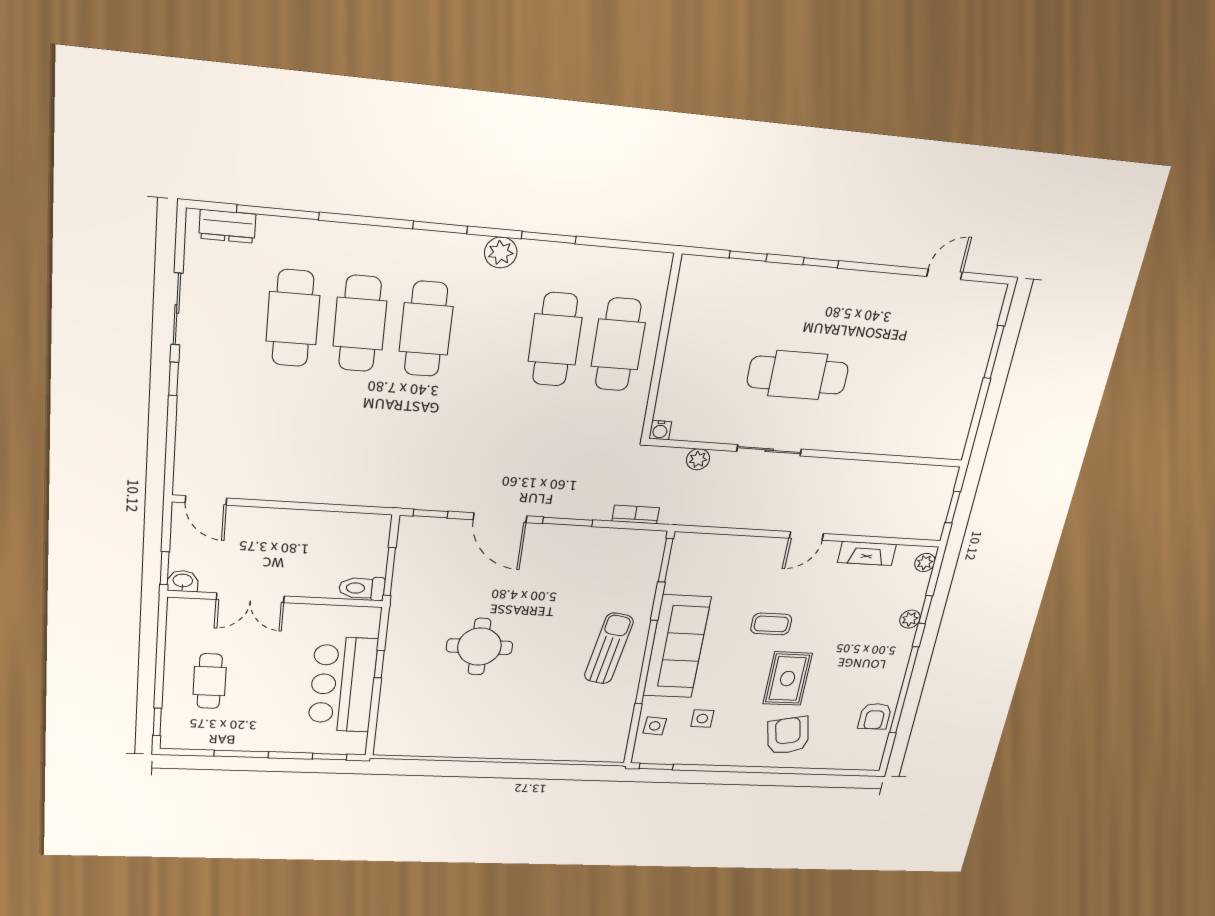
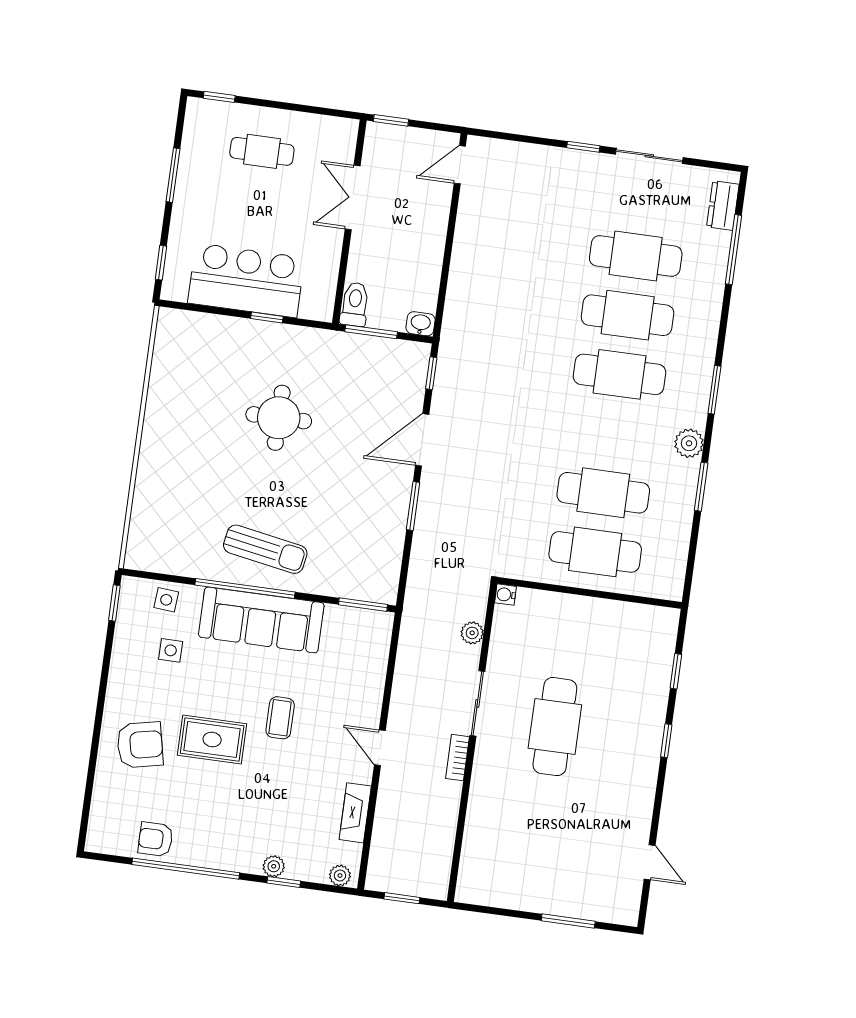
bookcase: (636, 514) -> (457, 758), moved, turned 180
washbasin: (183, 581) -> (421, 324), moved, turned -90

